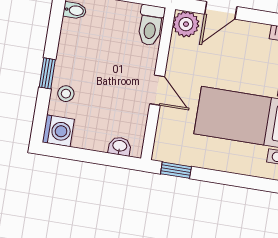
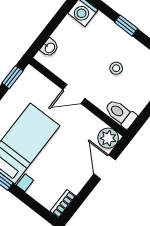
stool: (66, 94) -> (116, 68), moved

